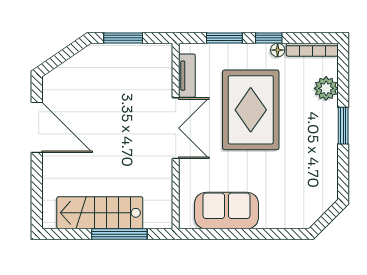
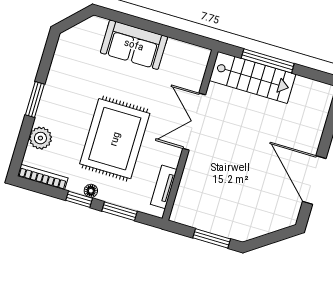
floor lamp: (278, 50) -> (91, 191), moved
double door: (176, 128) -> (194, 122), moved
sofa: (226, 211) -> (134, 45), moved
stairs: (100, 213) -> (252, 77), moved

